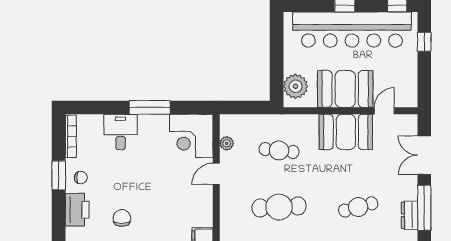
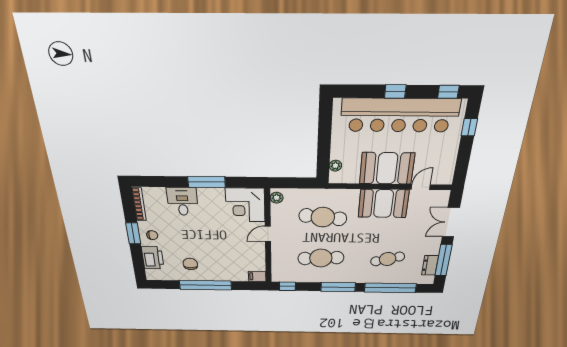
plant: (296, 86) -> (335, 166), width x0.53, depth x0.53
plant: (227, 143) -> (277, 198), moved
cafe table: (279, 150) -> (323, 217), width x1.37, depth x1.35

